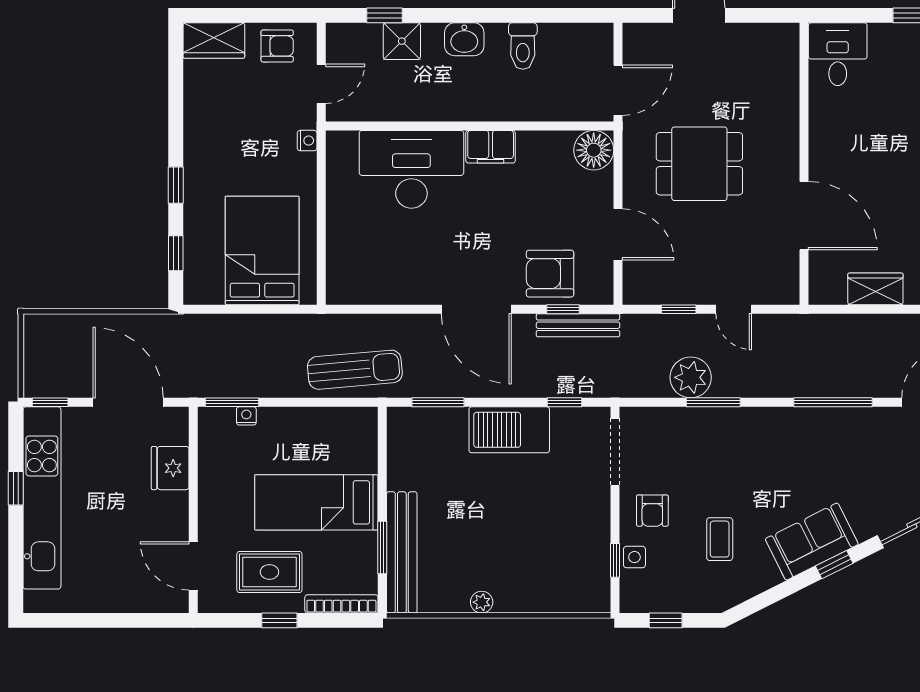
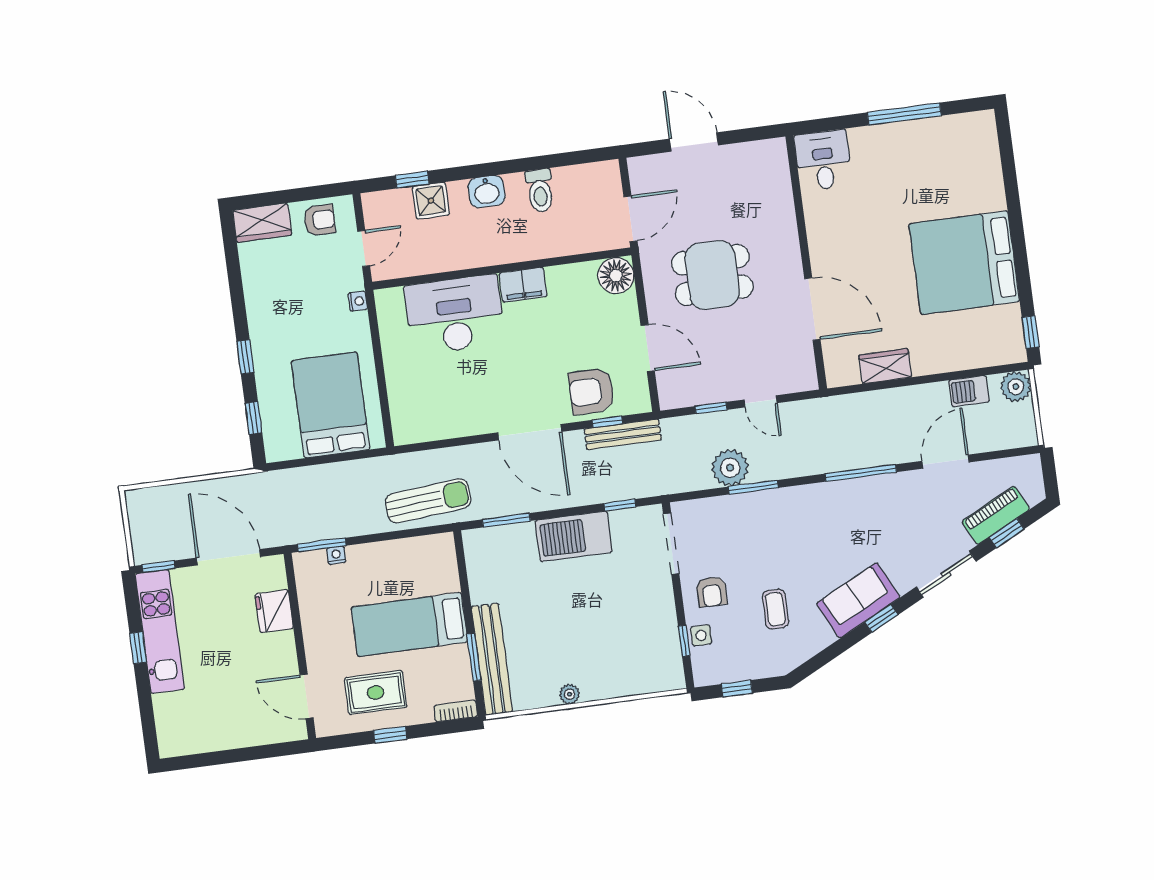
kitchen unit: (42, 498) -> (160, 632), width x0.73
bookcase: (341, 604) -> (456, 711), width x0.64

